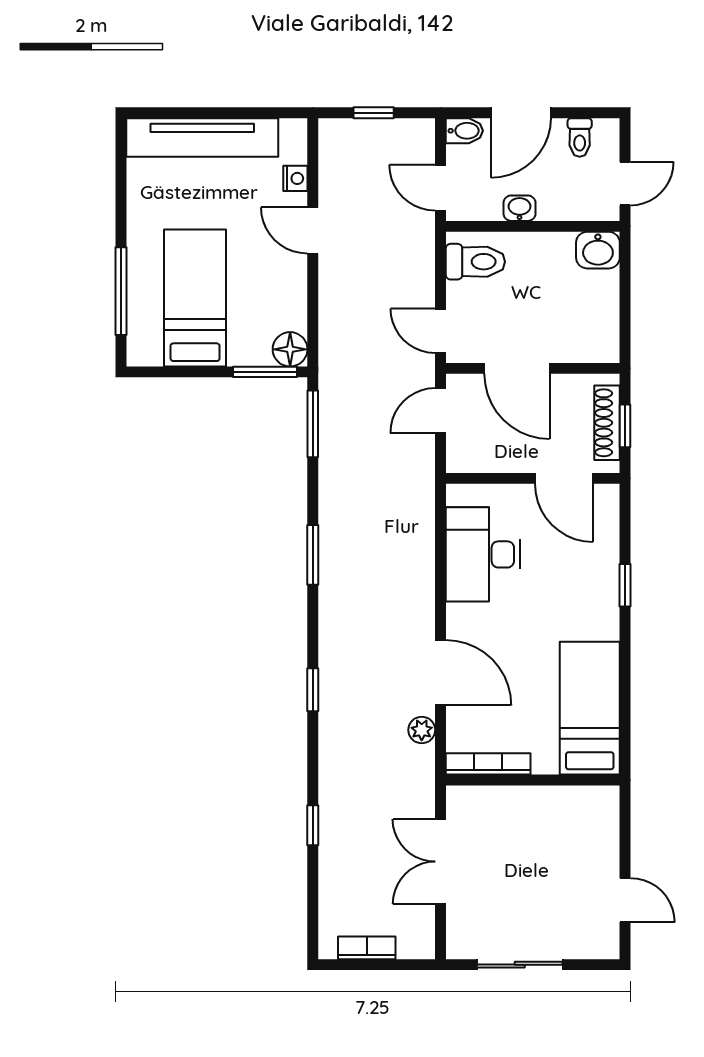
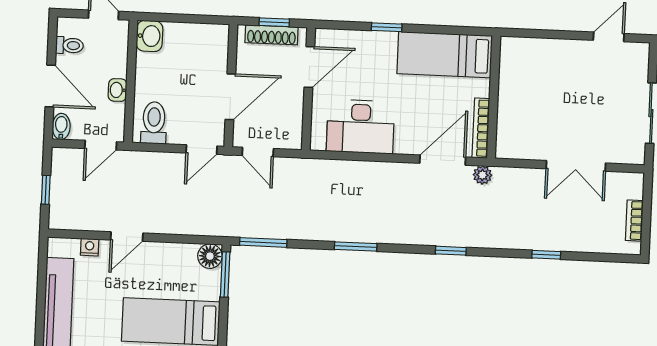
bed: (590, 708) -> (445, 55), moved
bookcase: (488, 764) -> (481, 128), moved
wall: (533, 780) -> (494, 97), moved

